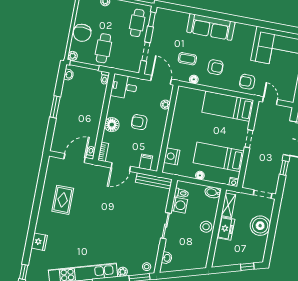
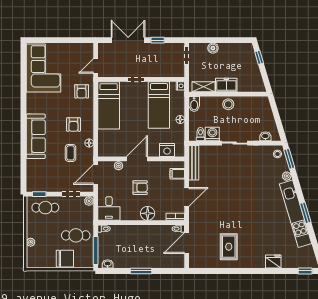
plant: (73, 56) -> (89, 201), moved
armchair: (215, 67) -> (73, 124), turned 180
armchair: (139, 122) -> (140, 188), turned -90
door: (169, 124) -> (137, 159), added
door: (75, 158) -> (187, 243), hinge flipped
door: (121, 167) -> (187, 197), hinge flipped
rug: (63, 200) -> (229, 247), turned 90
boiler: (260, 226) -> (213, 48), width x0.54, depth x0.54

